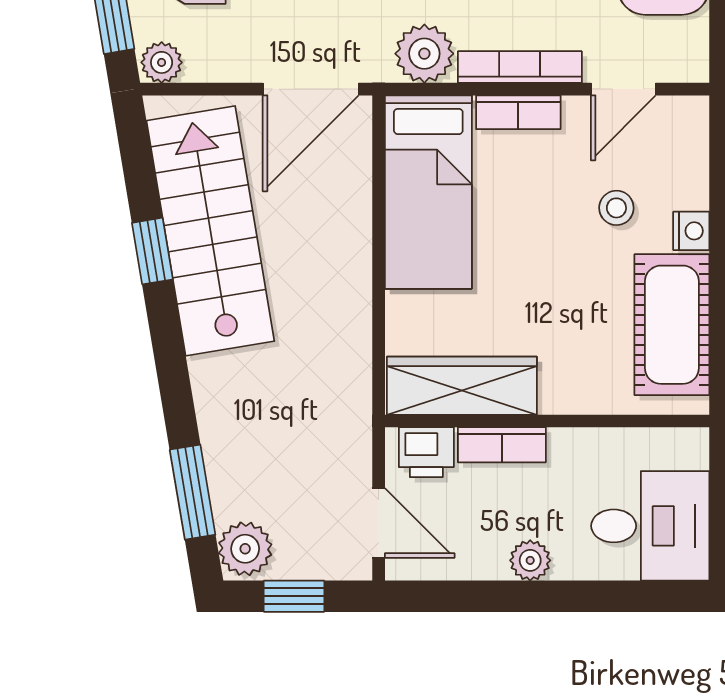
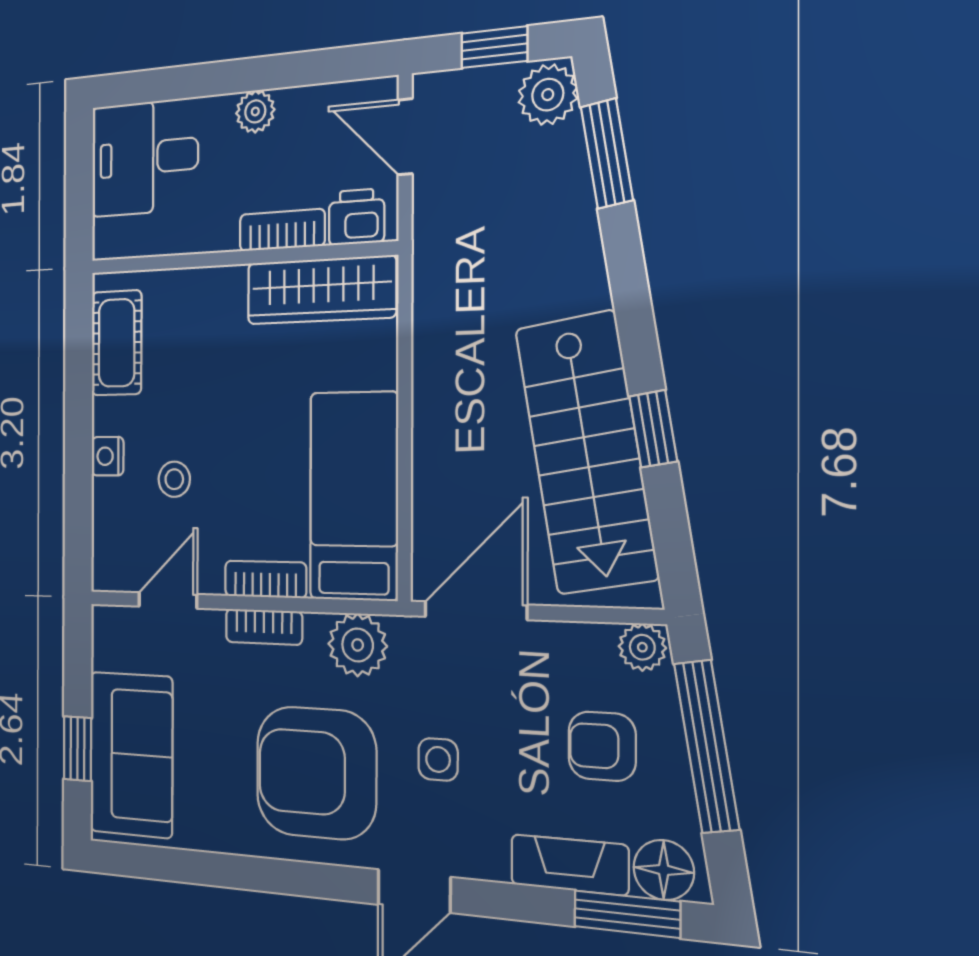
bookcase: (520, 67) -> (264, 627), width x0.64
cot: (672, 325) -> (117, 343), width x0.73, depth x0.75

